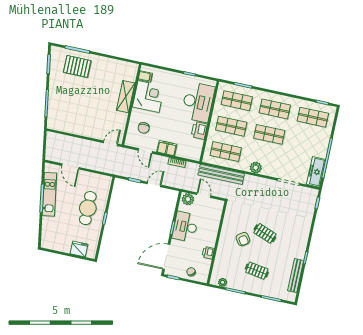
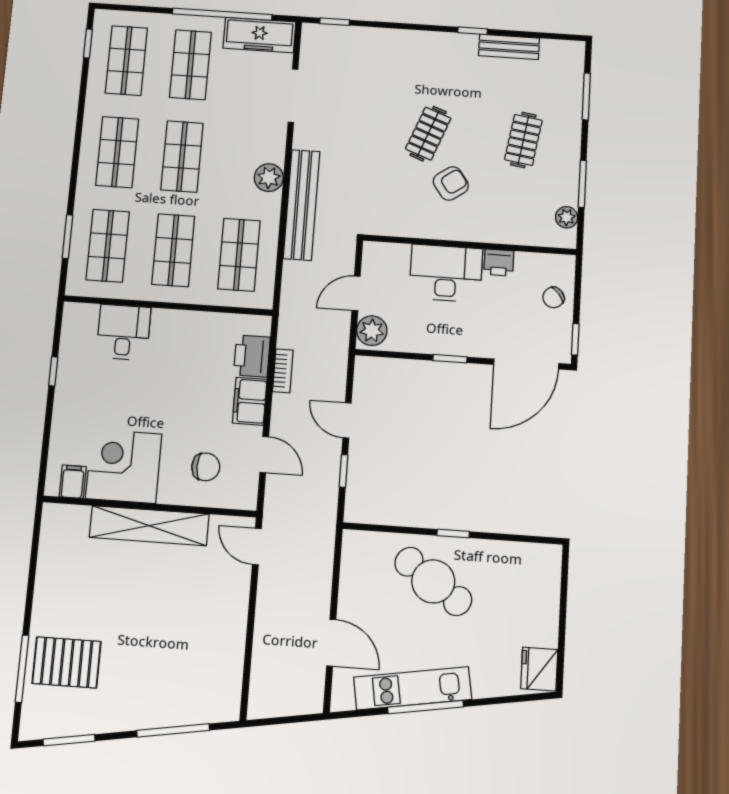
pallet: (77, 66) -> (67, 662), turned 90
shelving: (126, 97) -> (149, 526), width x1.47
desk: (198, 102) -> (124, 332), width x0.53, depth x0.77
printer: (199, 130) -> (252, 356), moved, turned 90
shop shelf: (307, 143) -> (191, 65), added
door: (145, 151) -> (264, 455), hinge flipped
door: (70, 166) -> (331, 643), hinge flipped
bench: (221, 174) -> (302, 205), moved
cafe table: (88, 208) -> (433, 581), turned 35
desk: (185, 227) -> (446, 273), moved, turned 180
fridge: (79, 249) -> (539, 669), moved
door: (166, 257) -> (526, 364), hinge flipped
bench: (296, 276) -> (509, 47), width x0.73

